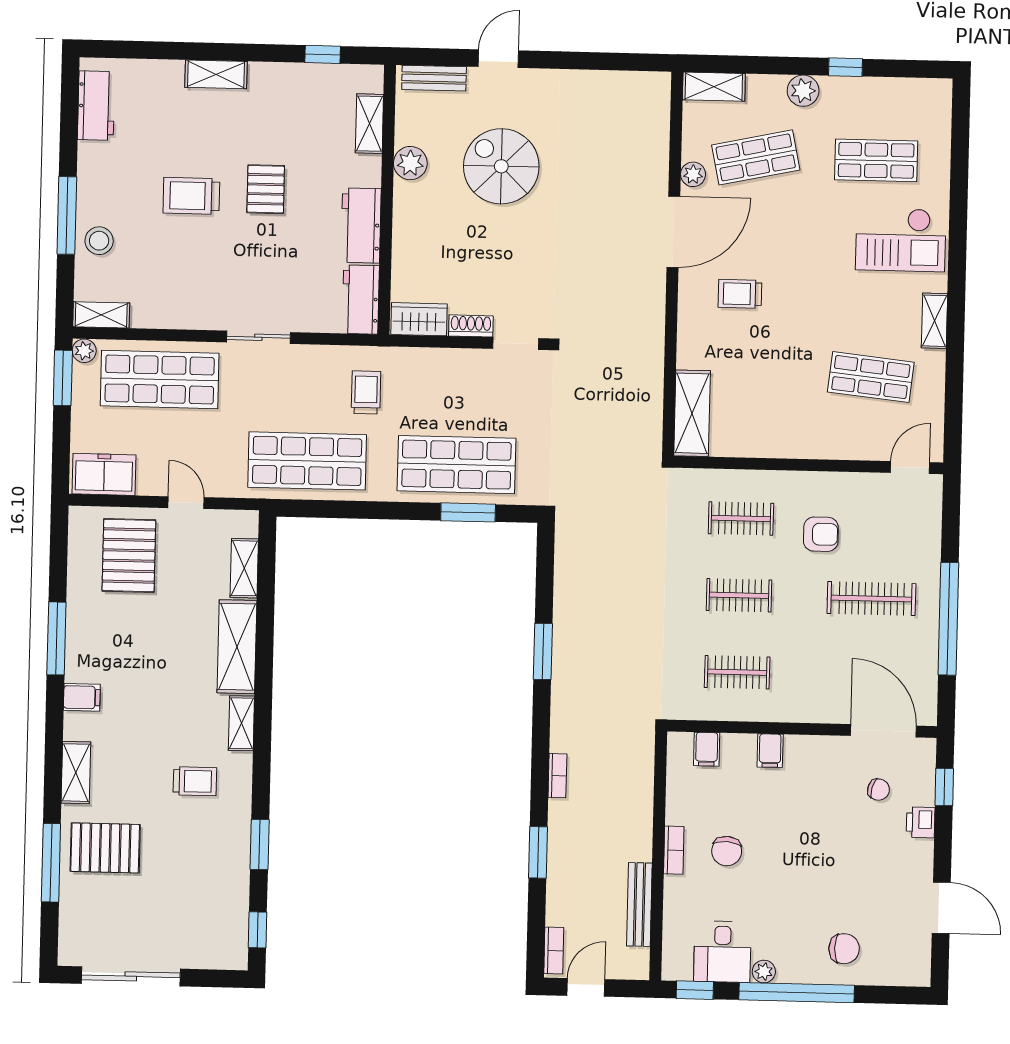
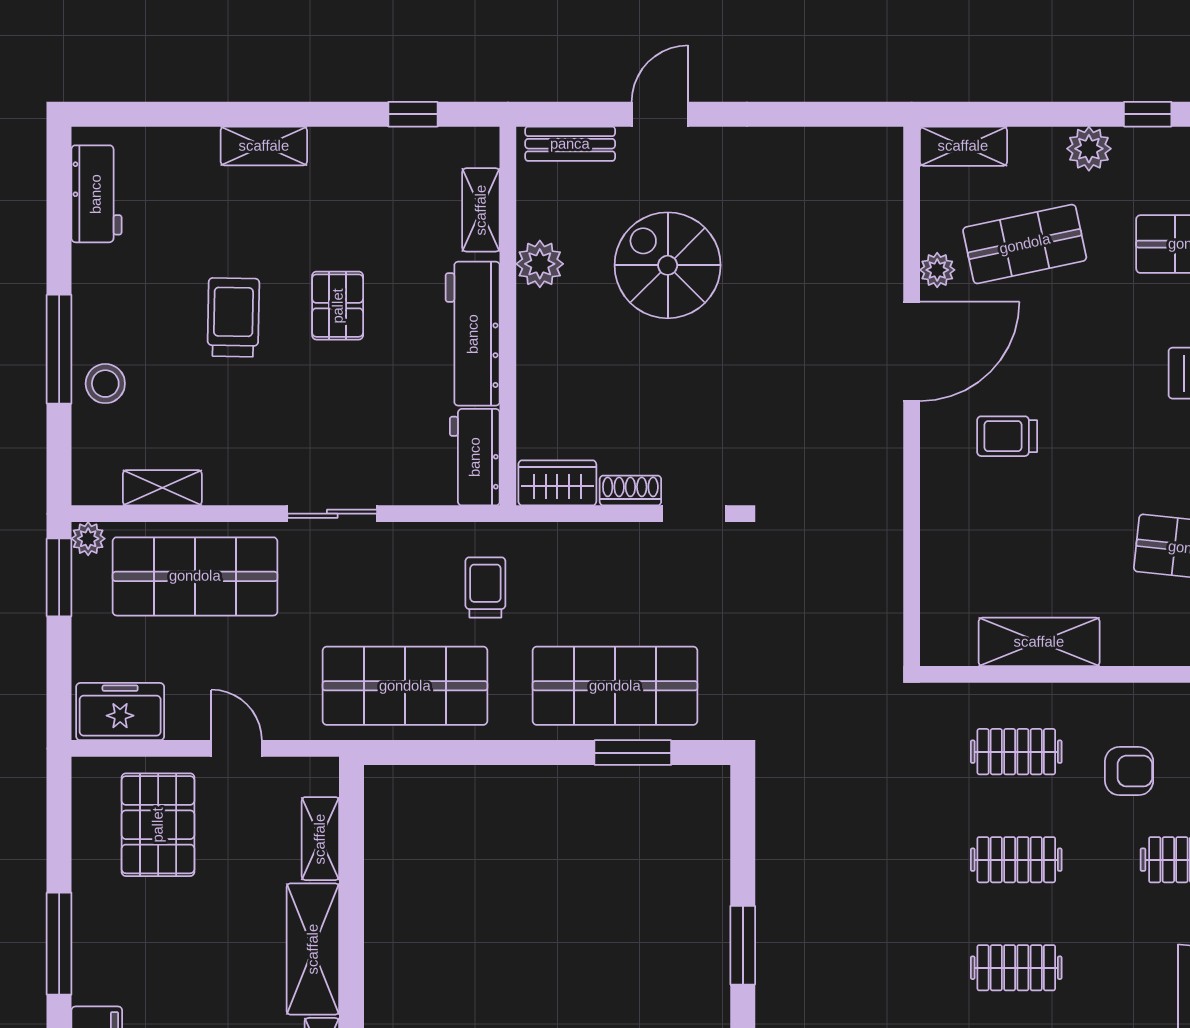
trolley: (191, 196) -> (233, 317), turned 91
workbench: (361, 226) -> (473, 334), width x1.38
shelving: (101, 315) -> (162, 488), moved
shelving: (692, 413) -> (1039, 642), moved, turned 90

